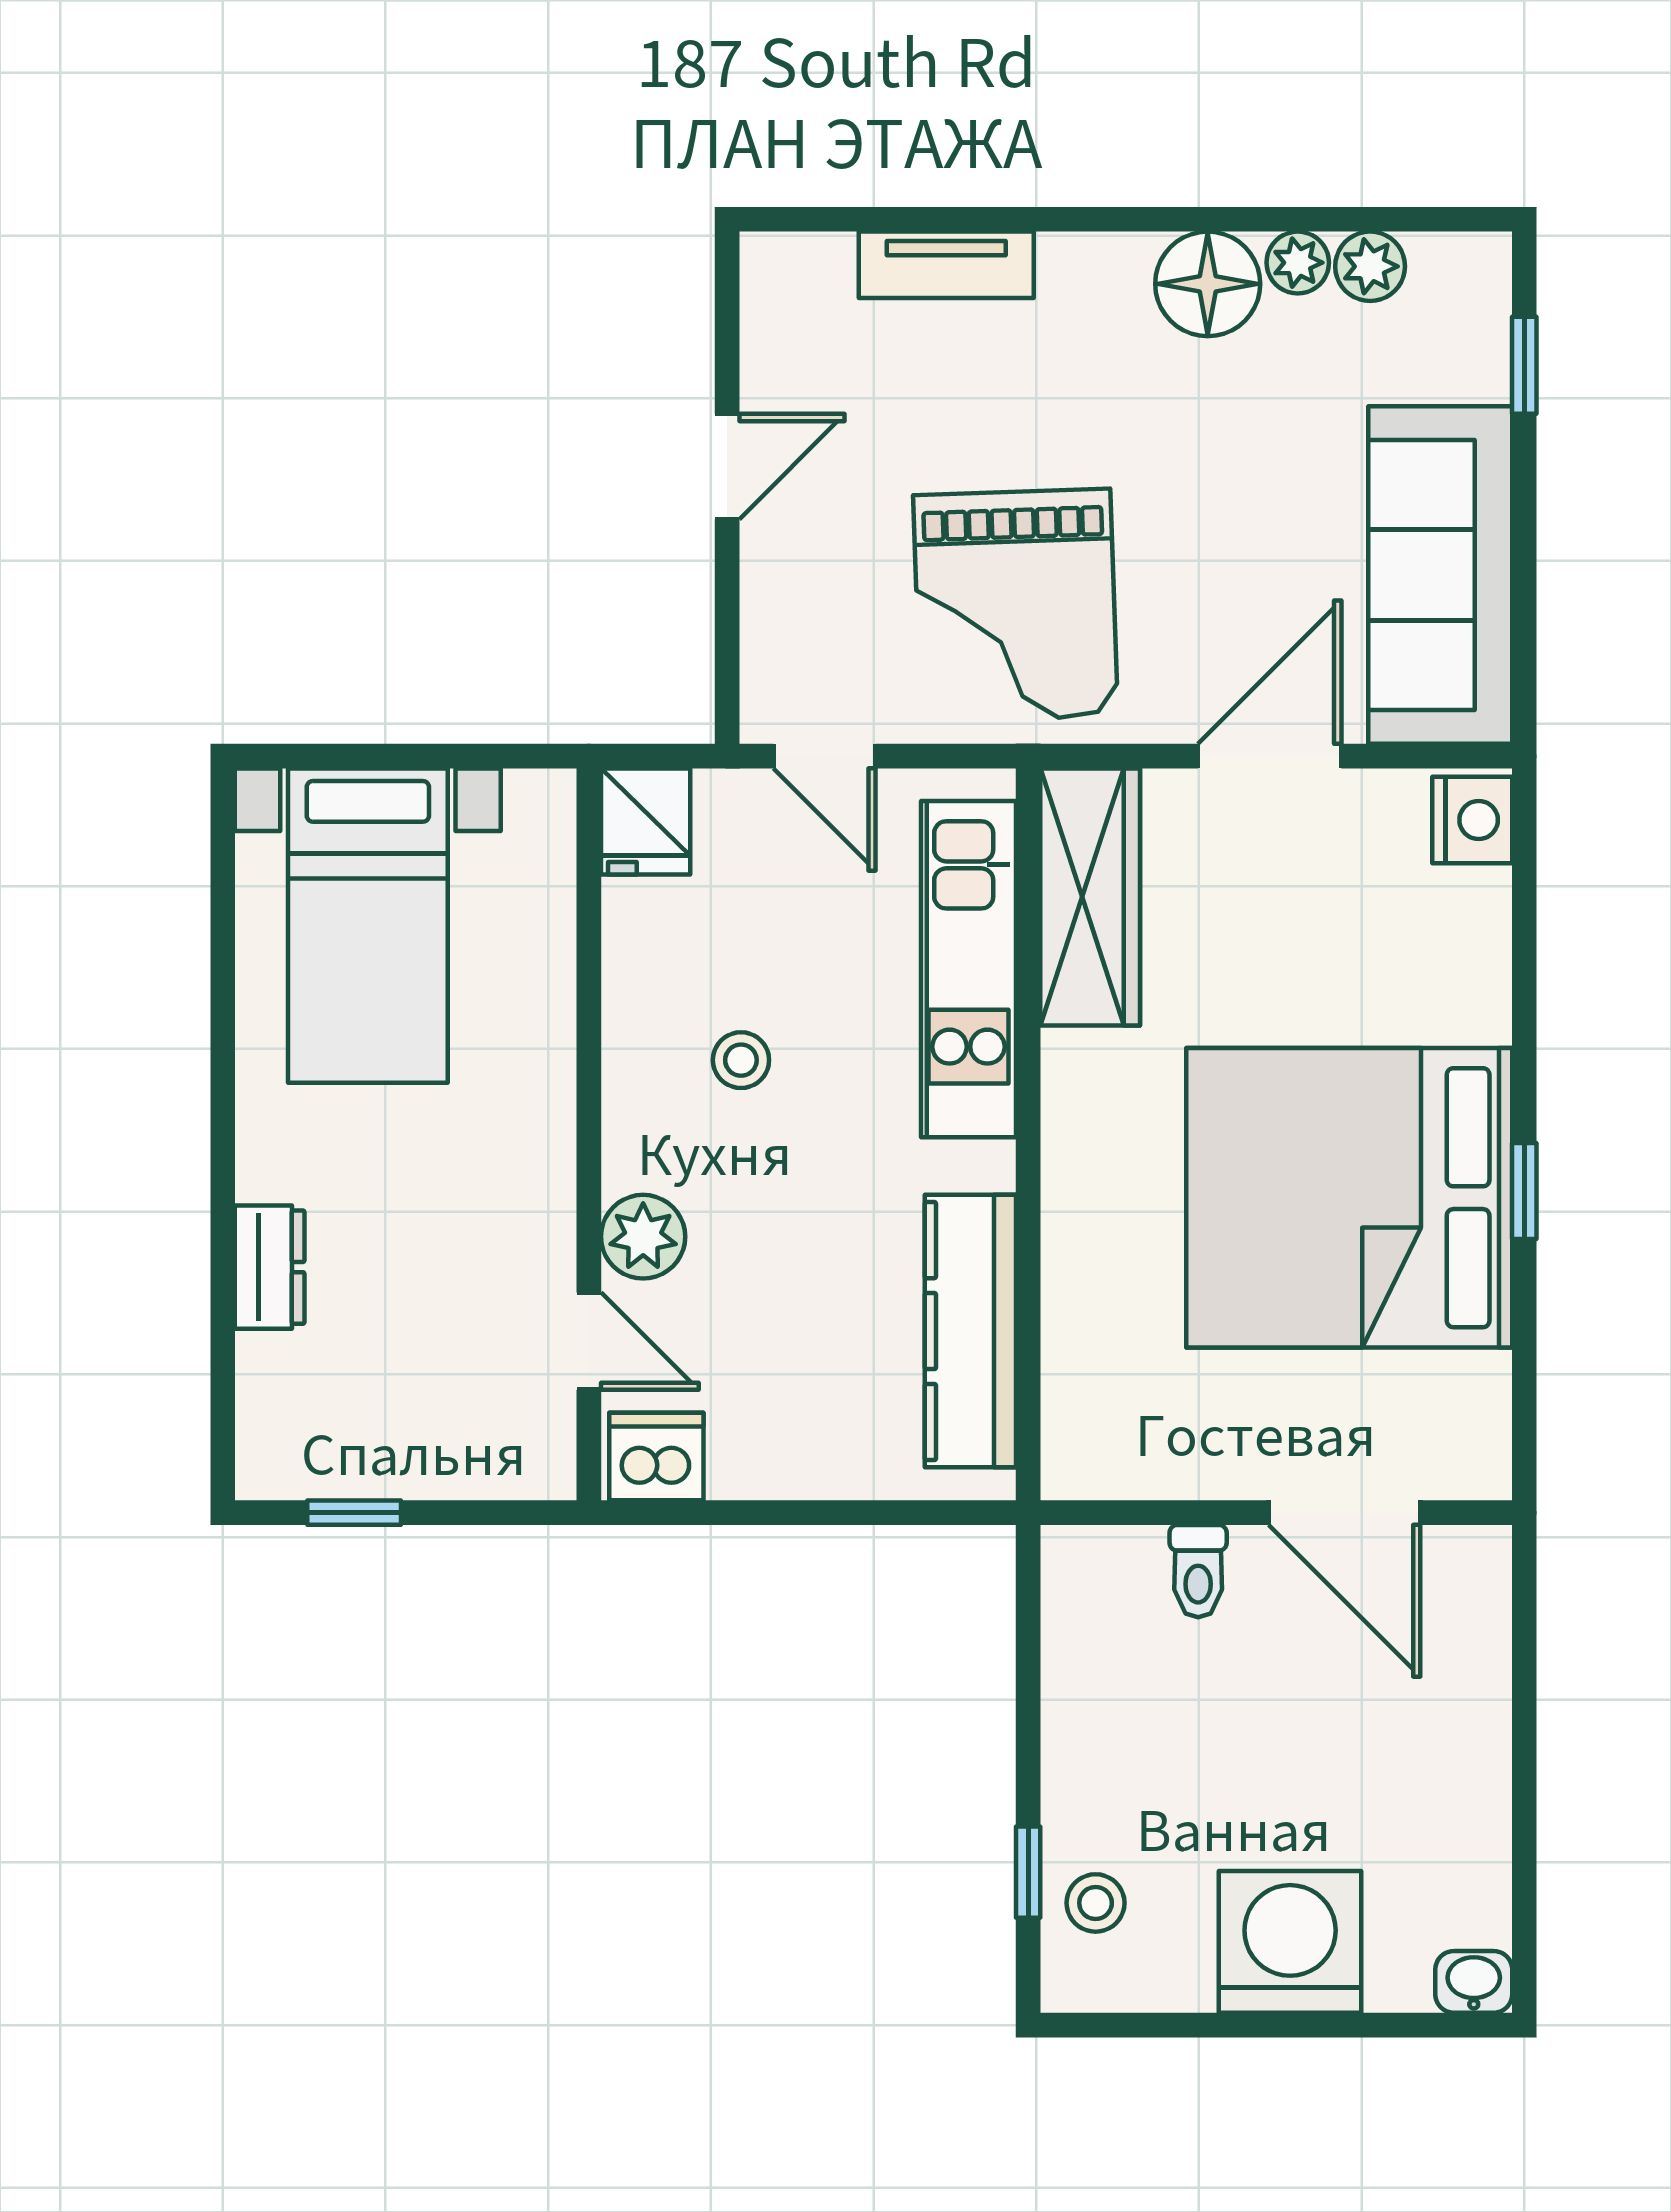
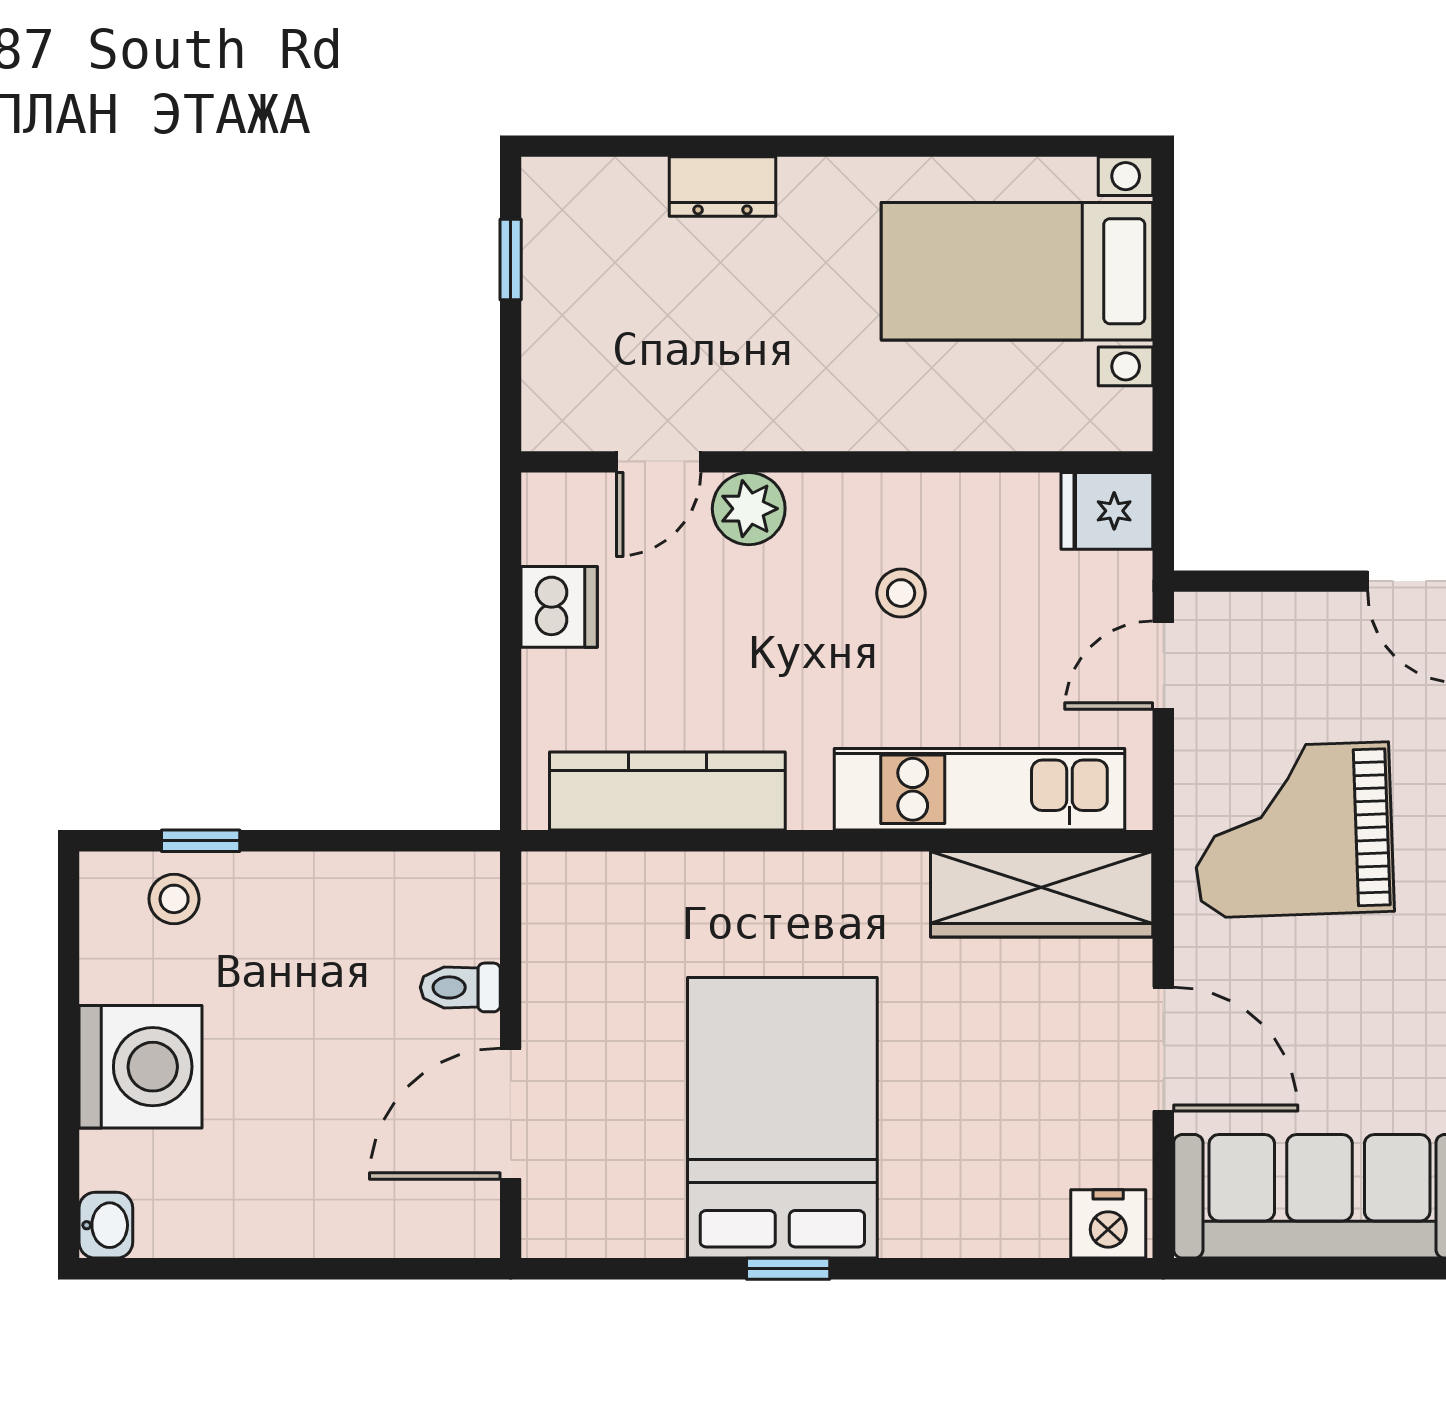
bed: (1349, 1198) -> (782, 1118), width x0.73
dishwasher: (656, 1456) -> (559, 607), moved

